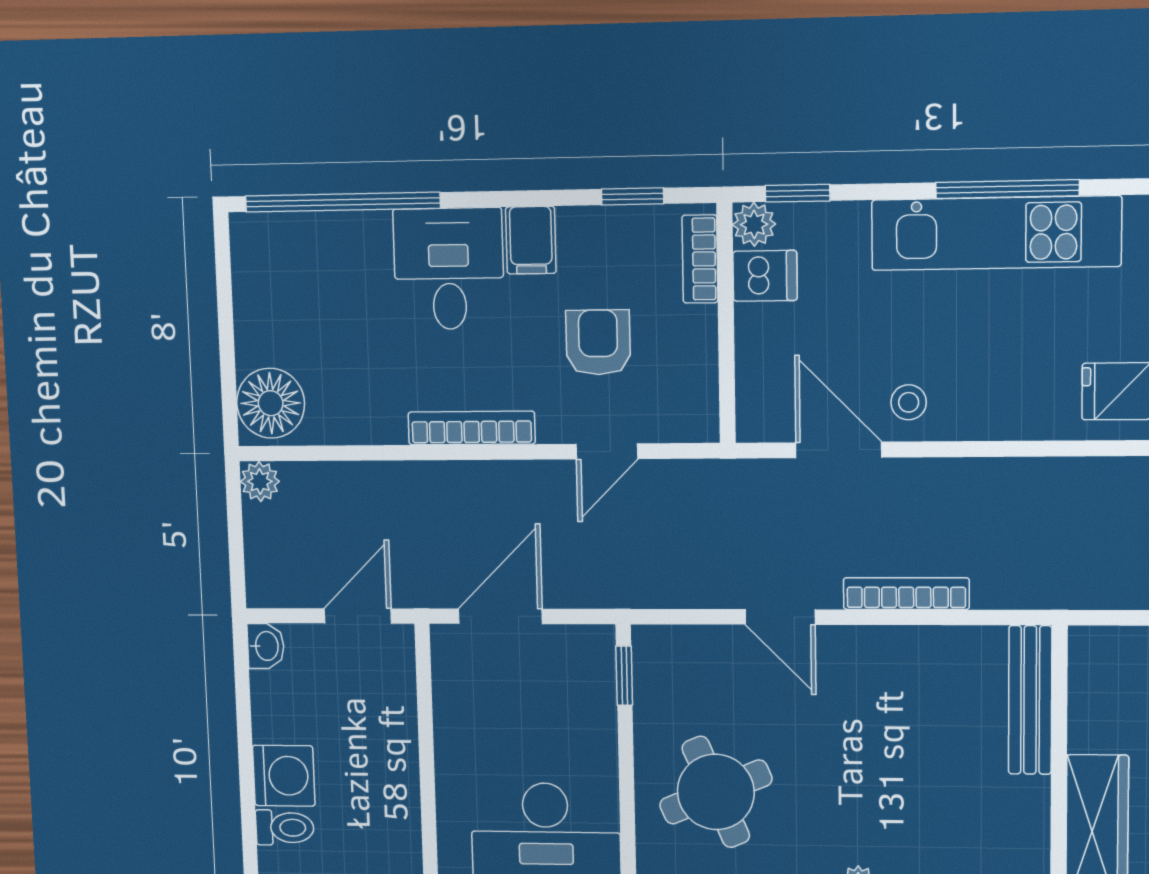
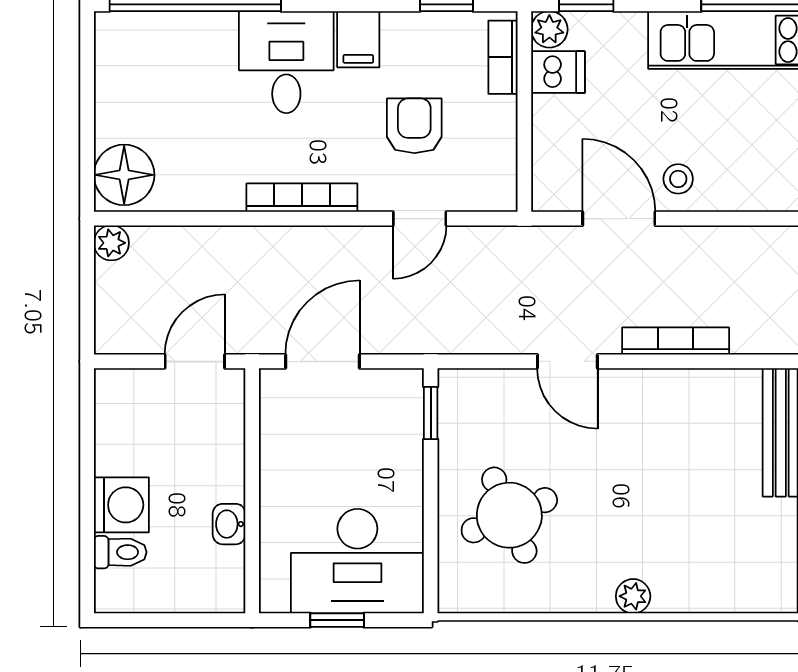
washbasin: (266, 646) -> (229, 524), moved, turned 180

